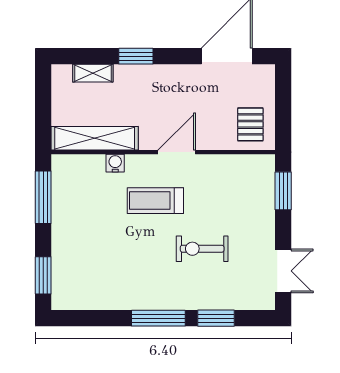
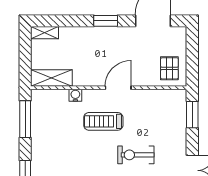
window: (136, 56) -> (106, 21), moved
shelving: (93, 73) -> (45, 33), moved
shelving: (95, 138) -> (51, 78), width x0.68

